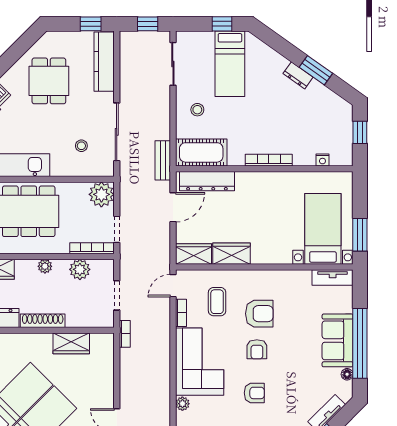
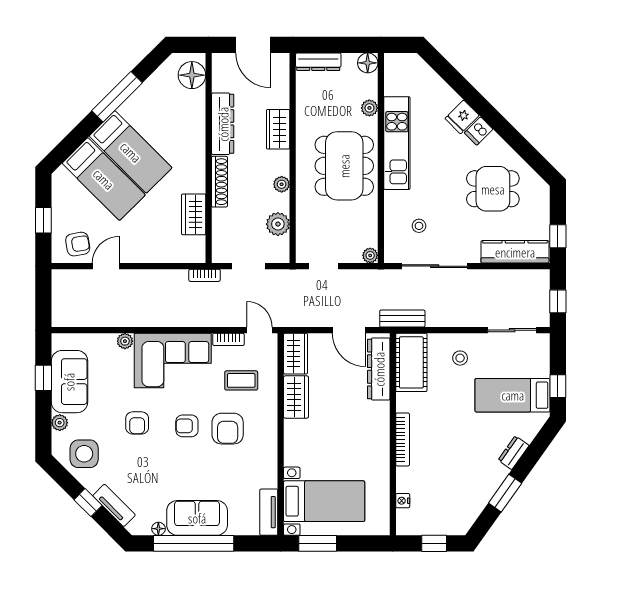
dresser: (298, 75) -> (514, 453), moved
plant: (101, 194) -> (370, 255), width x0.53, depth x0.53
bookcase: (92, 248) -> (302, 238), removed

